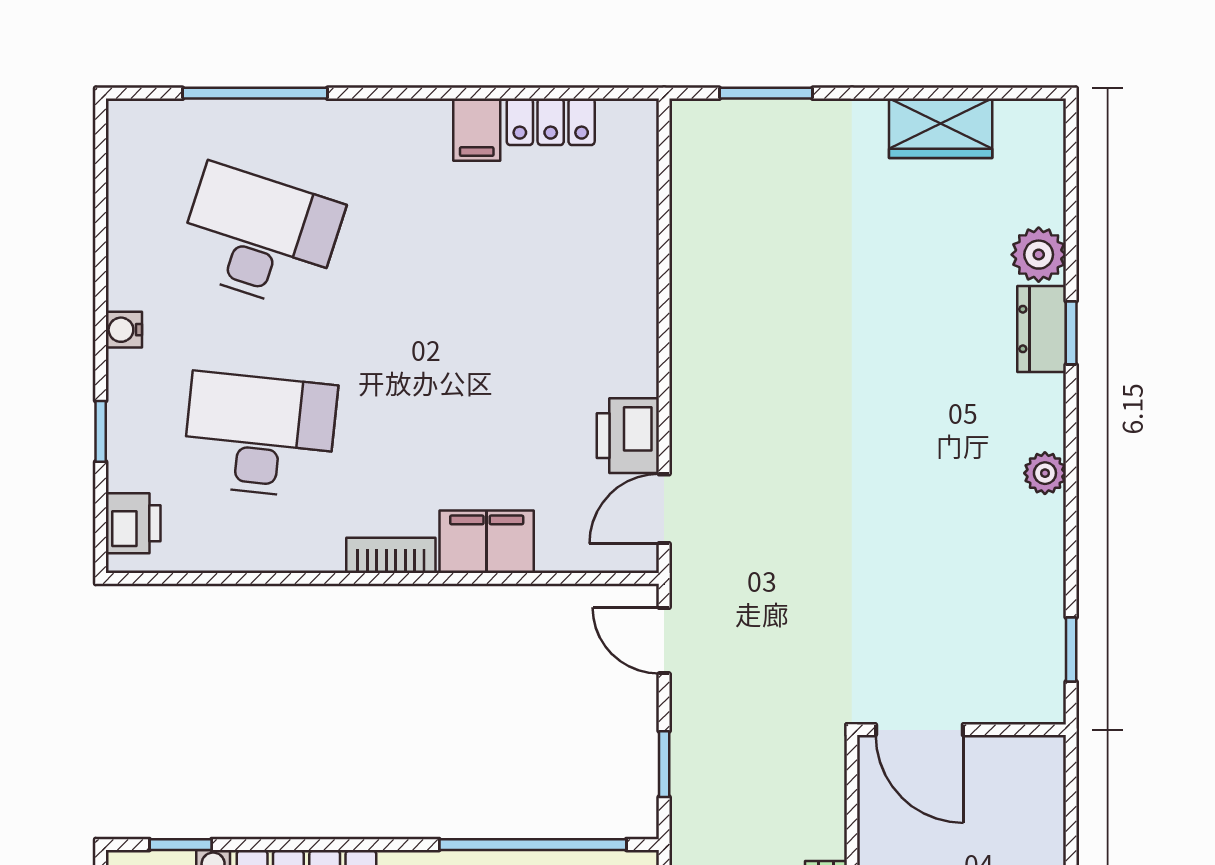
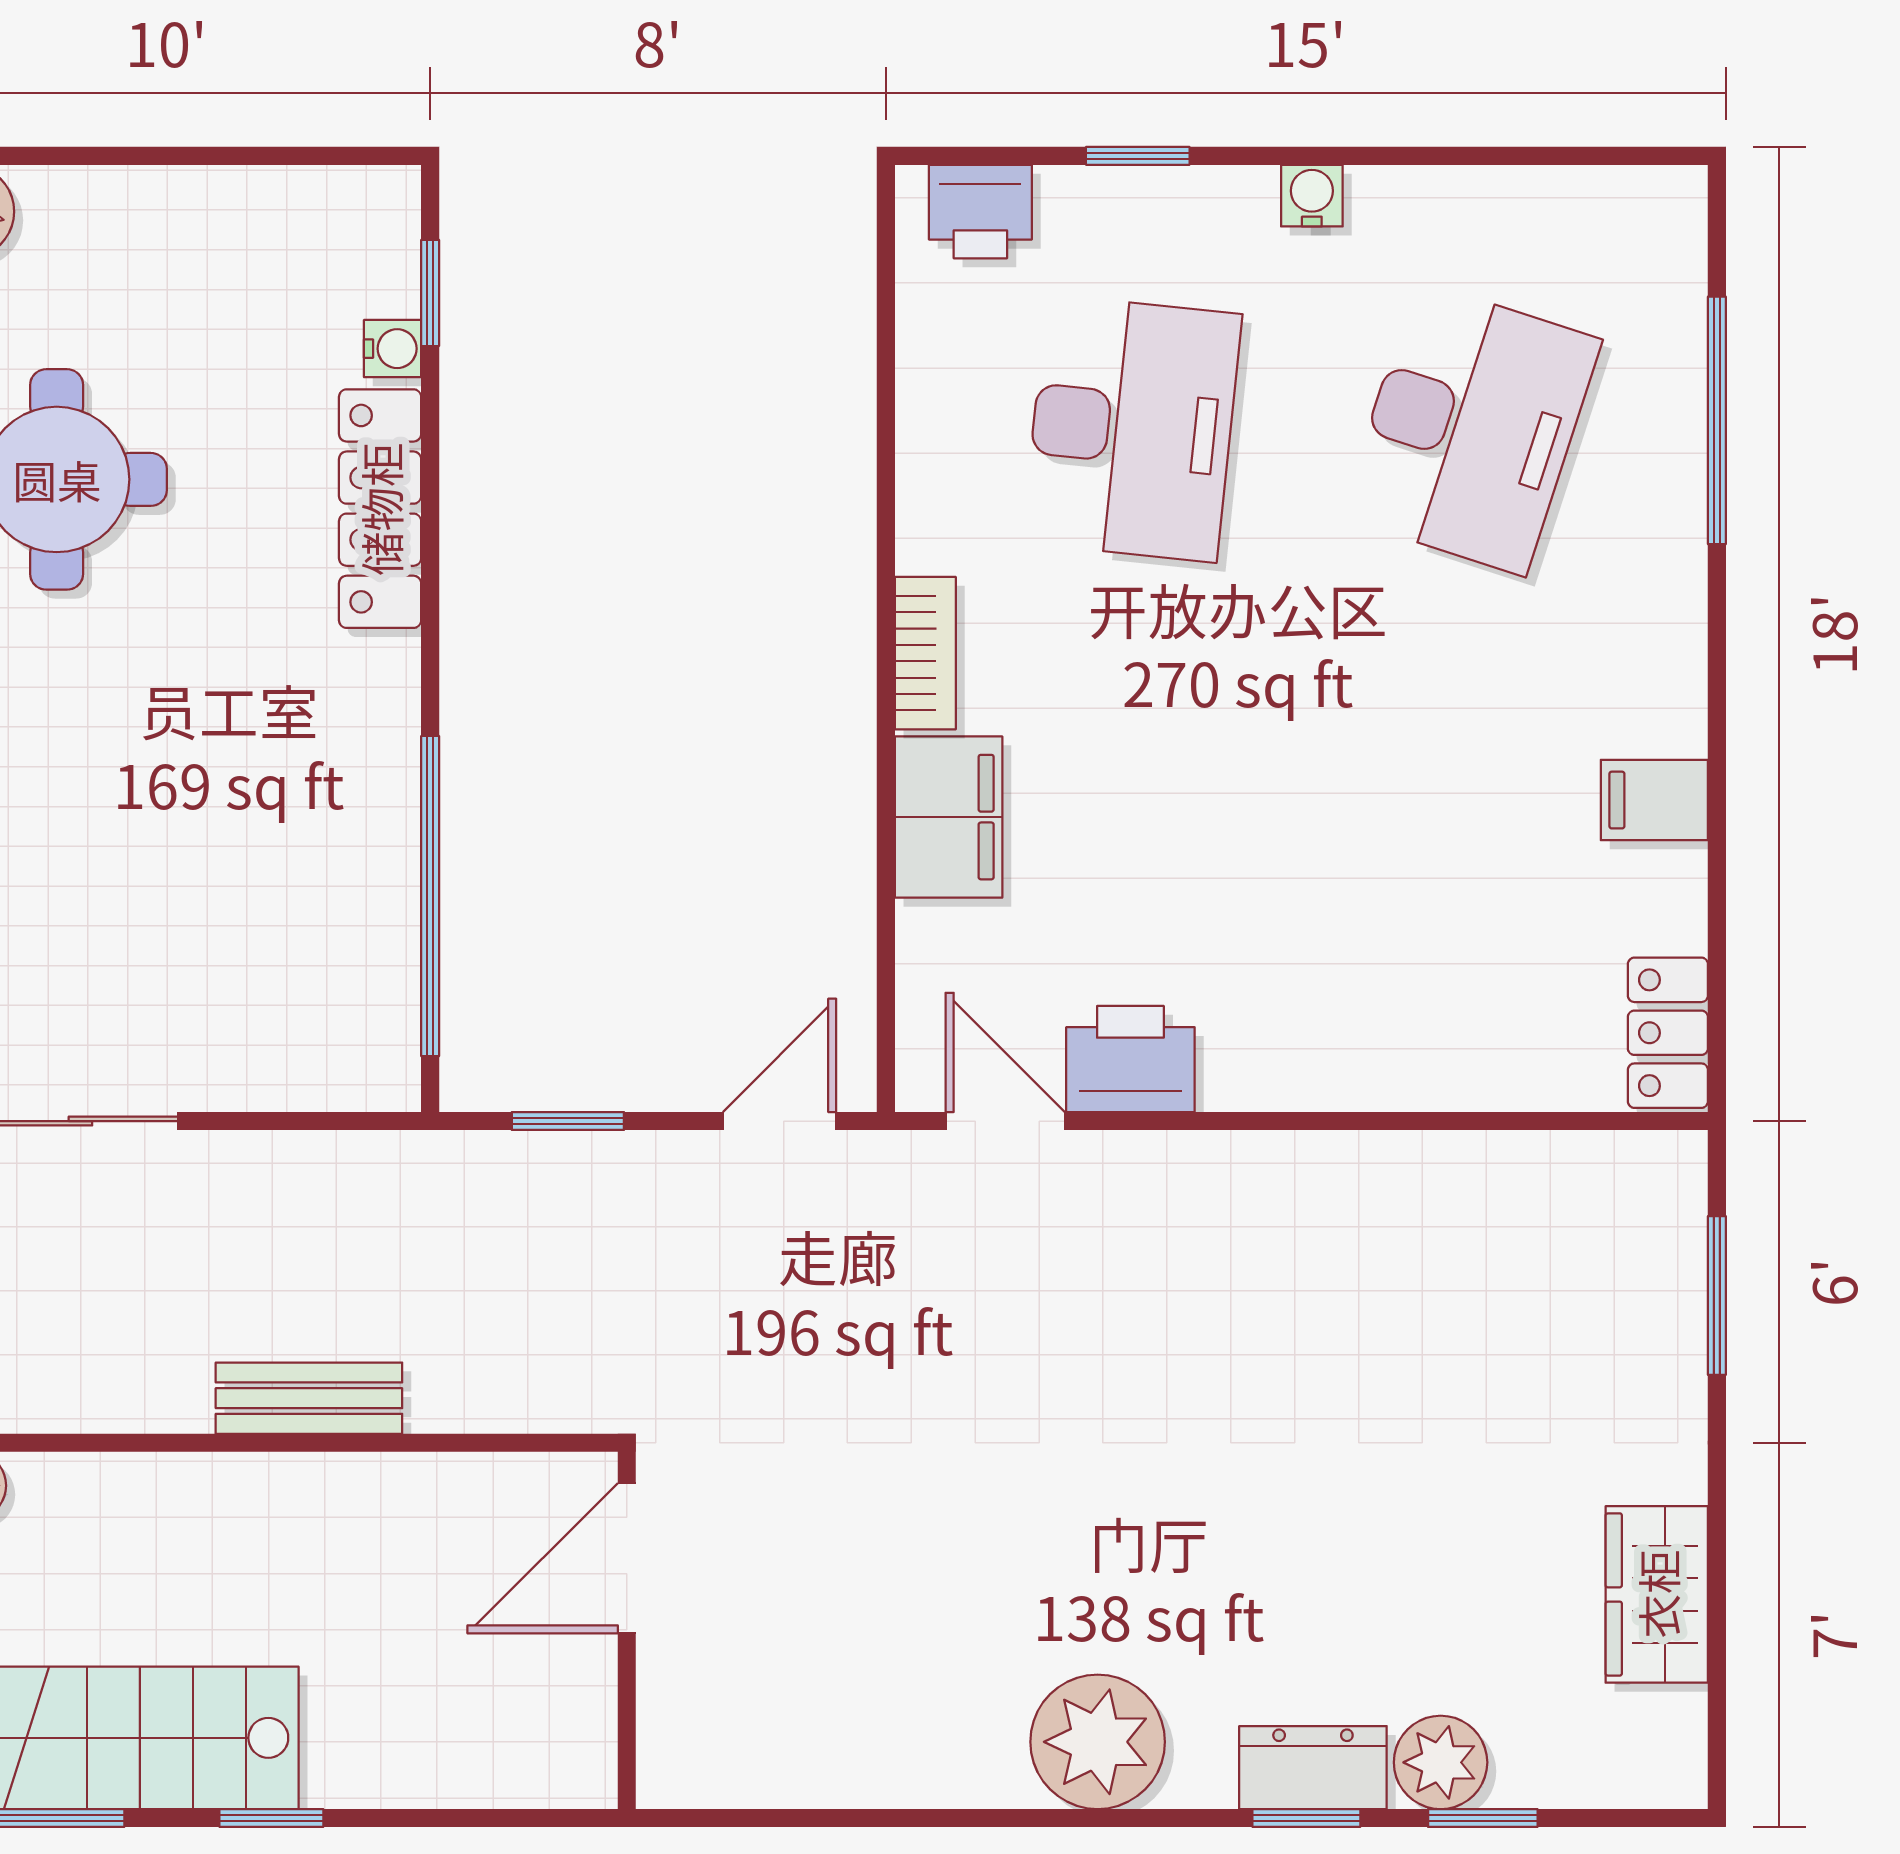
locker: (551, 122) -> (1668, 1033), moved
plant: (1045, 473) -> (1098, 1742), width x1.87, depth x1.87
window: (1071, 650) -> (1483, 1818), moved

